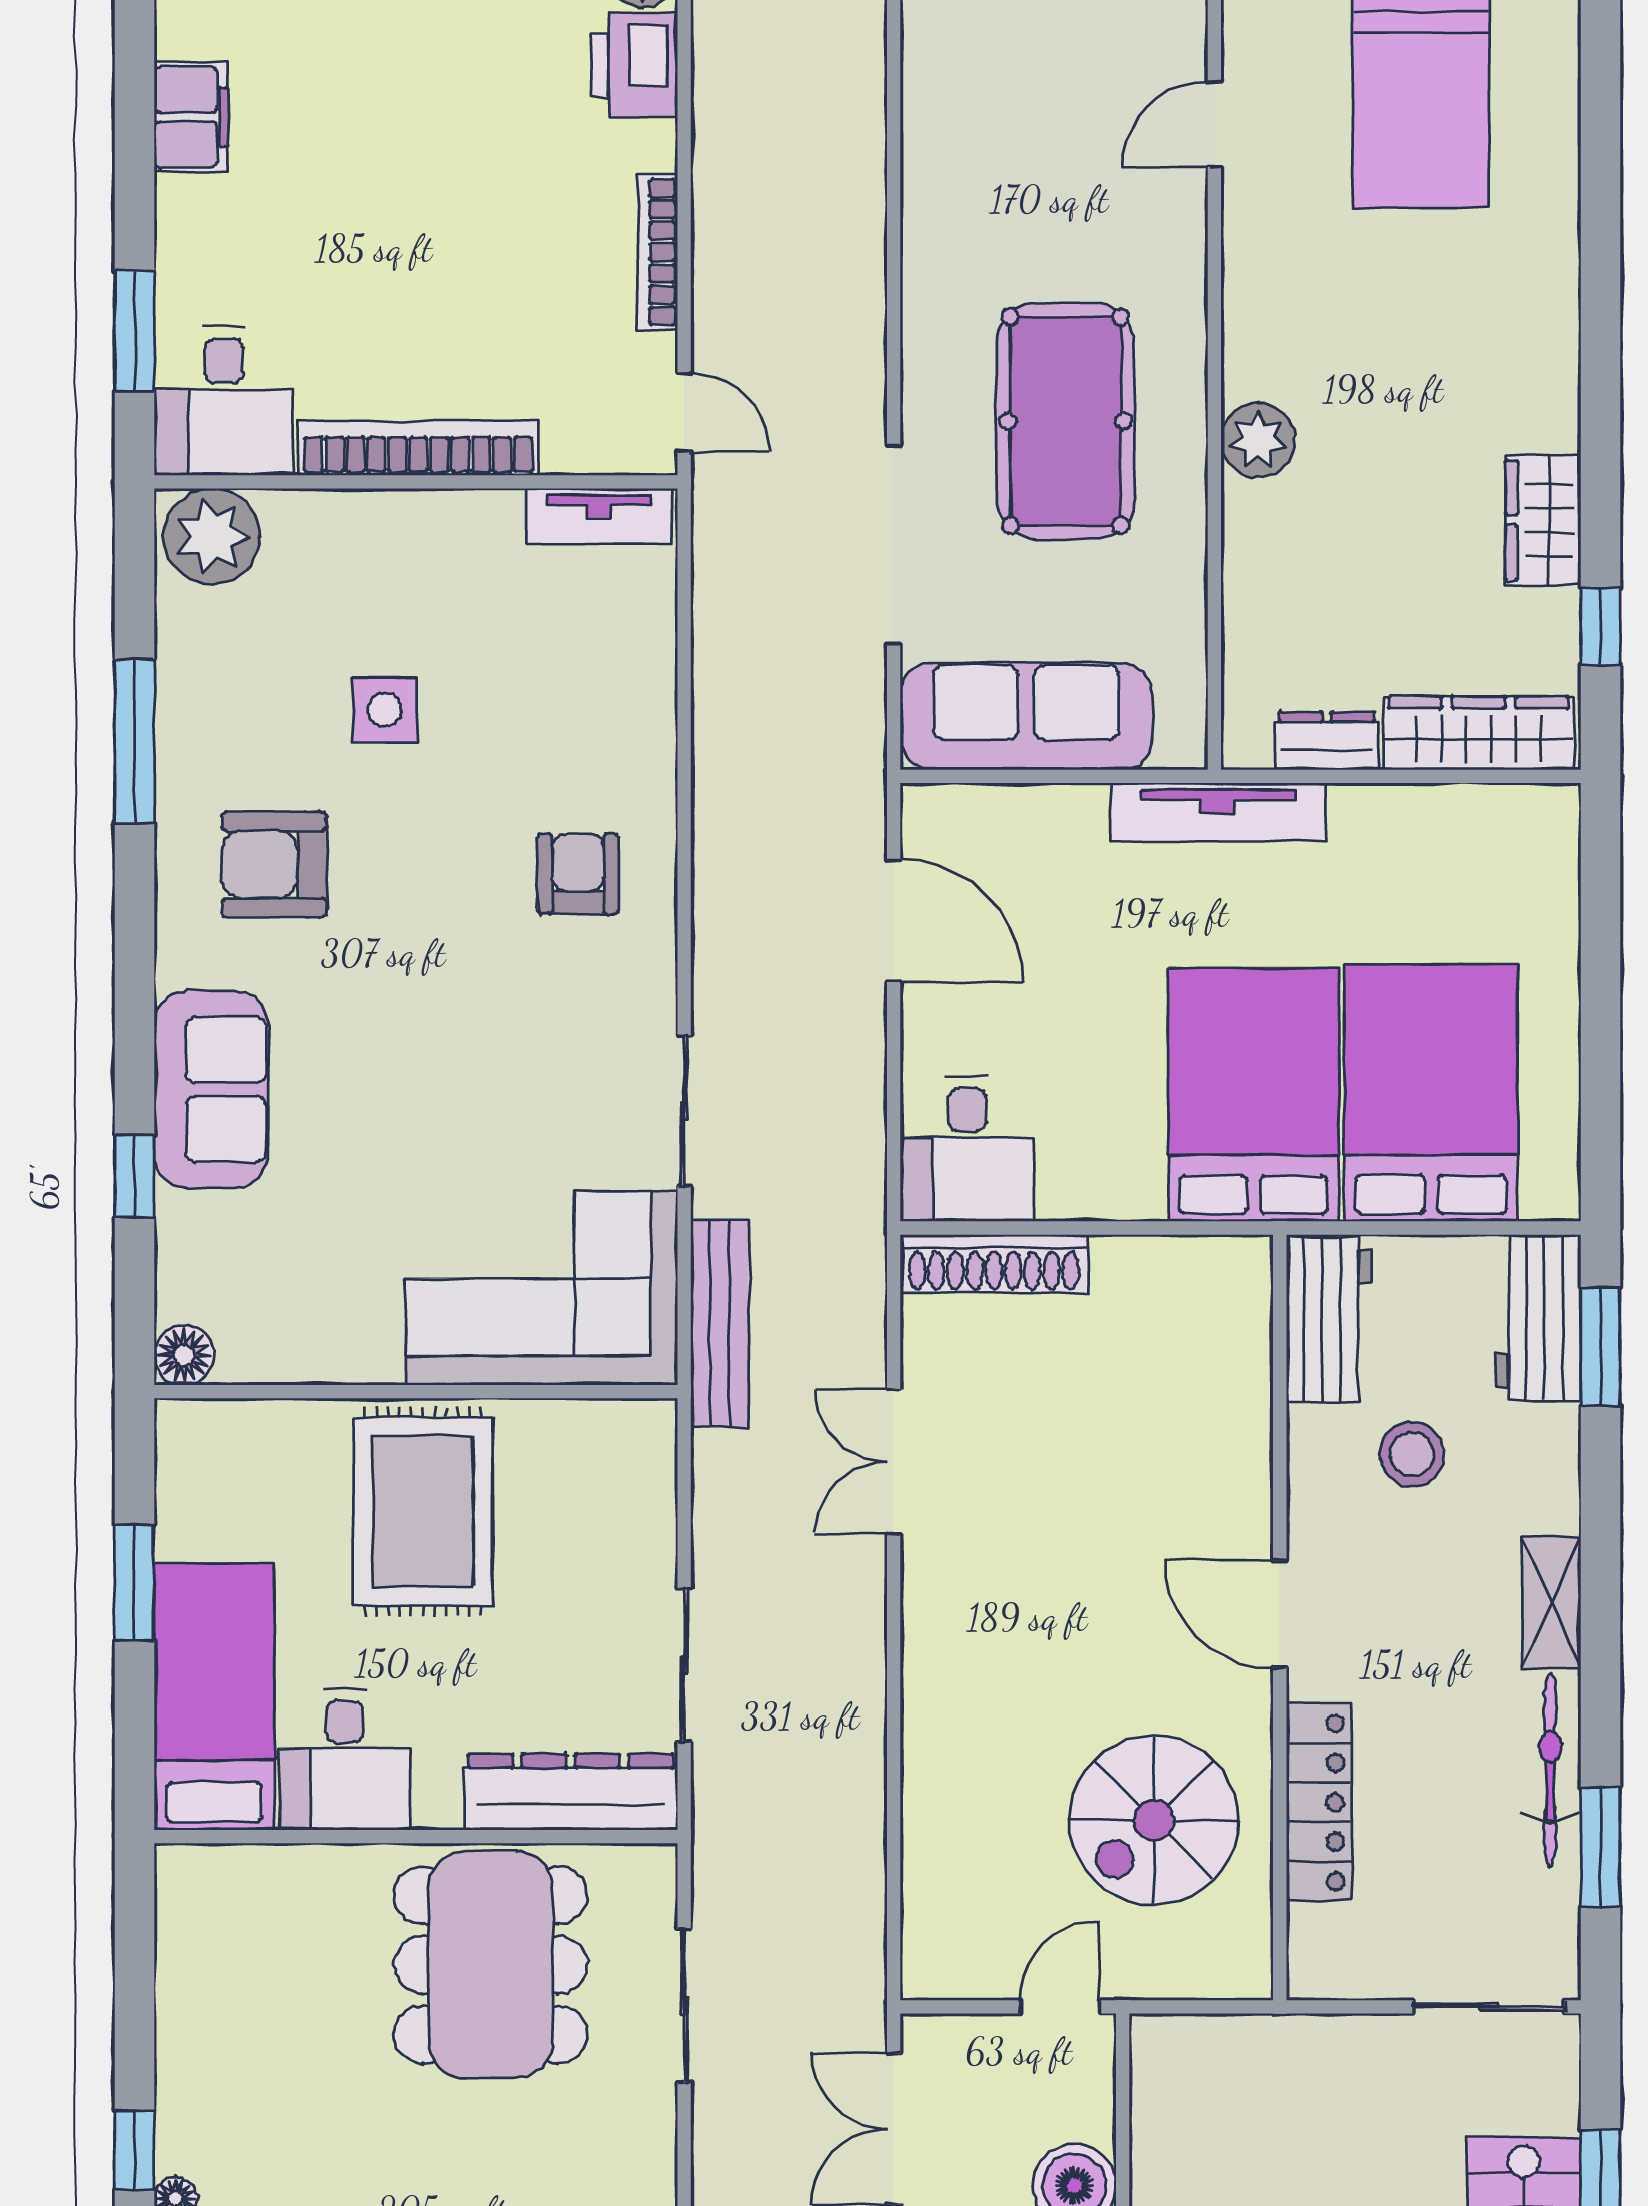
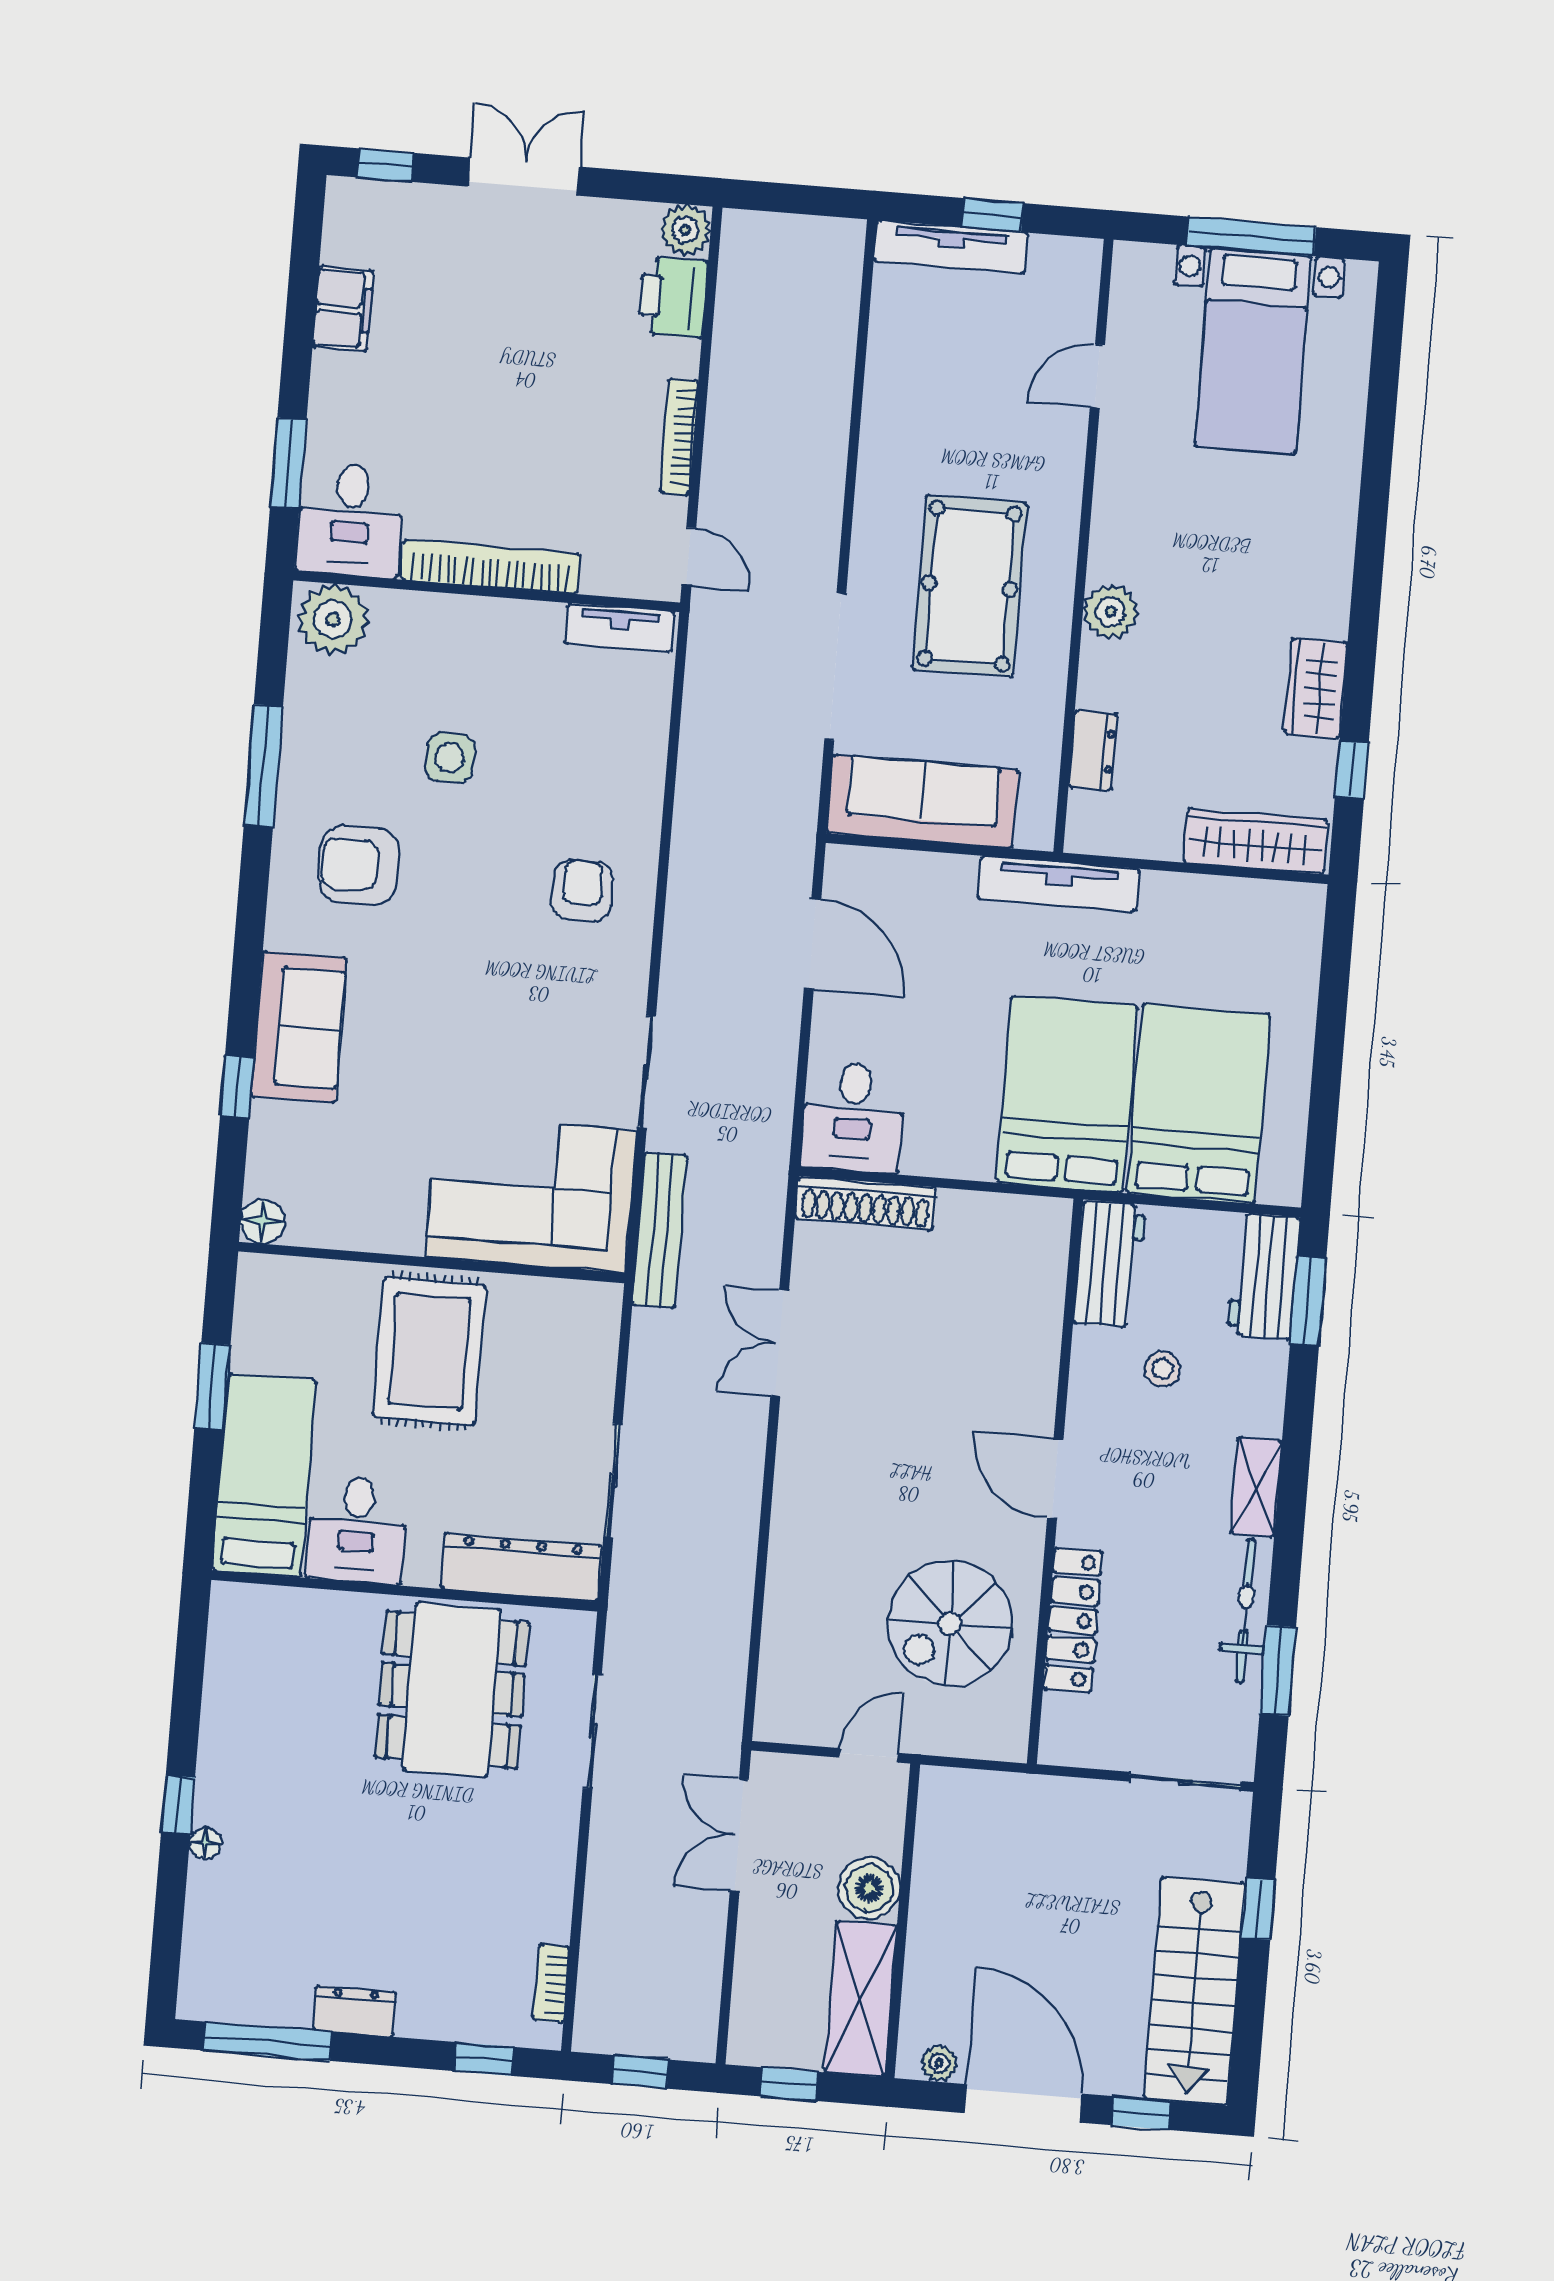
dresser: (1327, 741) -> (1093, 751), moved, turned 90
stool: (1412, 1454) -> (1163, 1369), width x0.73, depth x0.73

